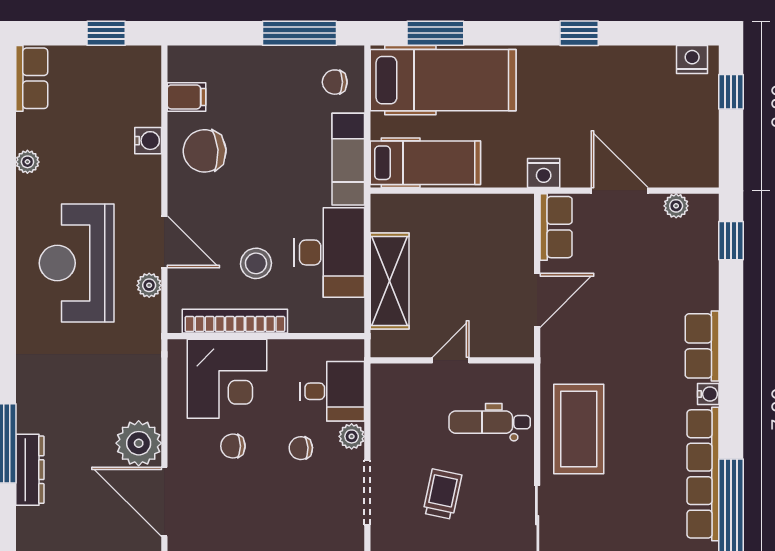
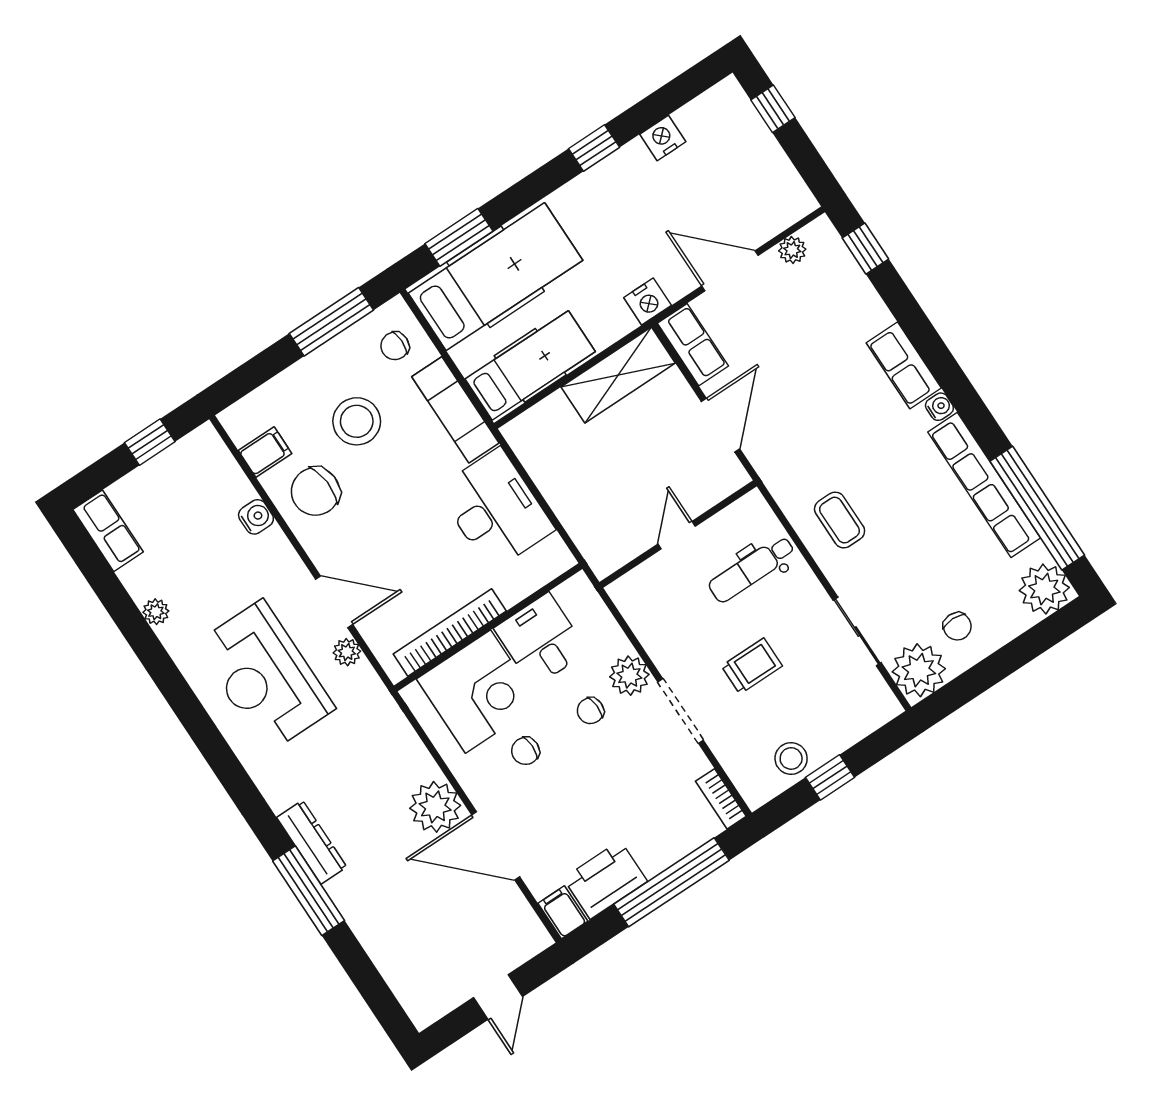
nightstand: (692, 59) -> (663, 138), moved
stool: (256, 263) -> (357, 421), moved, width x1.38, depth x1.38
shelving: (390, 281) -> (618, 375), moved, turned 90
desk: (332, 391) -> (541, 640), moved, turned -90
coffee table: (579, 429) -> (840, 520), width x0.54, depth x0.58
plant: (352, 436) -> (629, 676), width x1.38, depth x1.38
dresser: (30, 470) -> (312, 842), moved
trolley: (442, 494) -> (752, 666), turned 78

